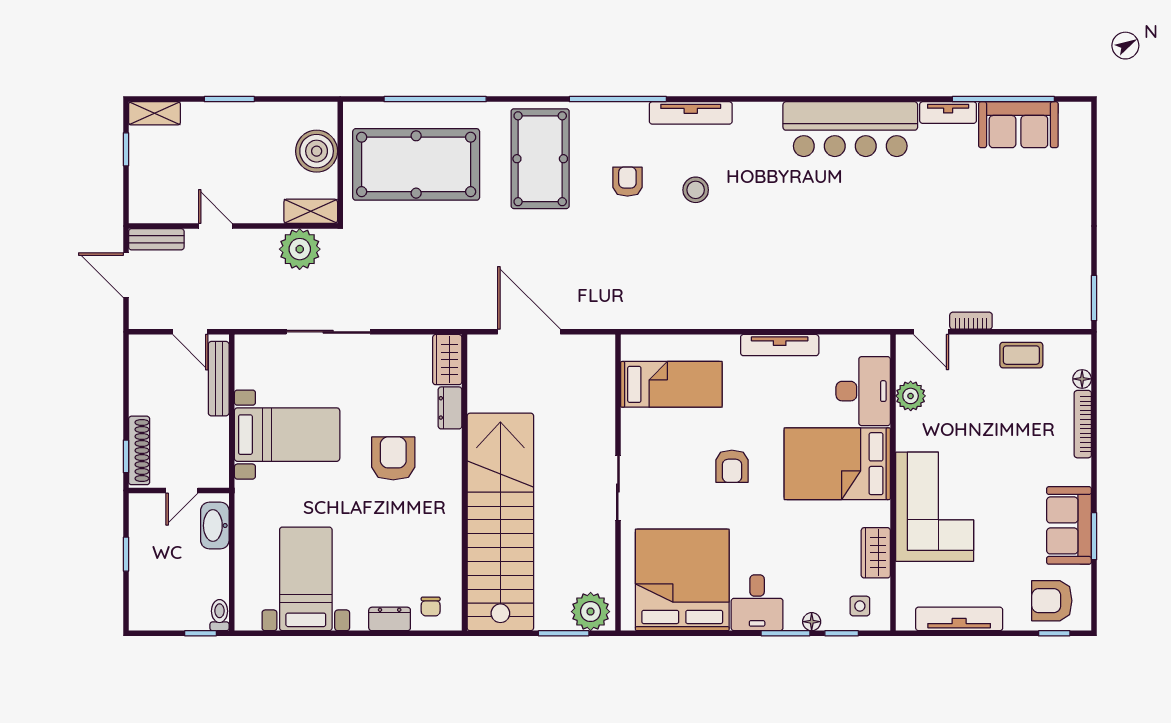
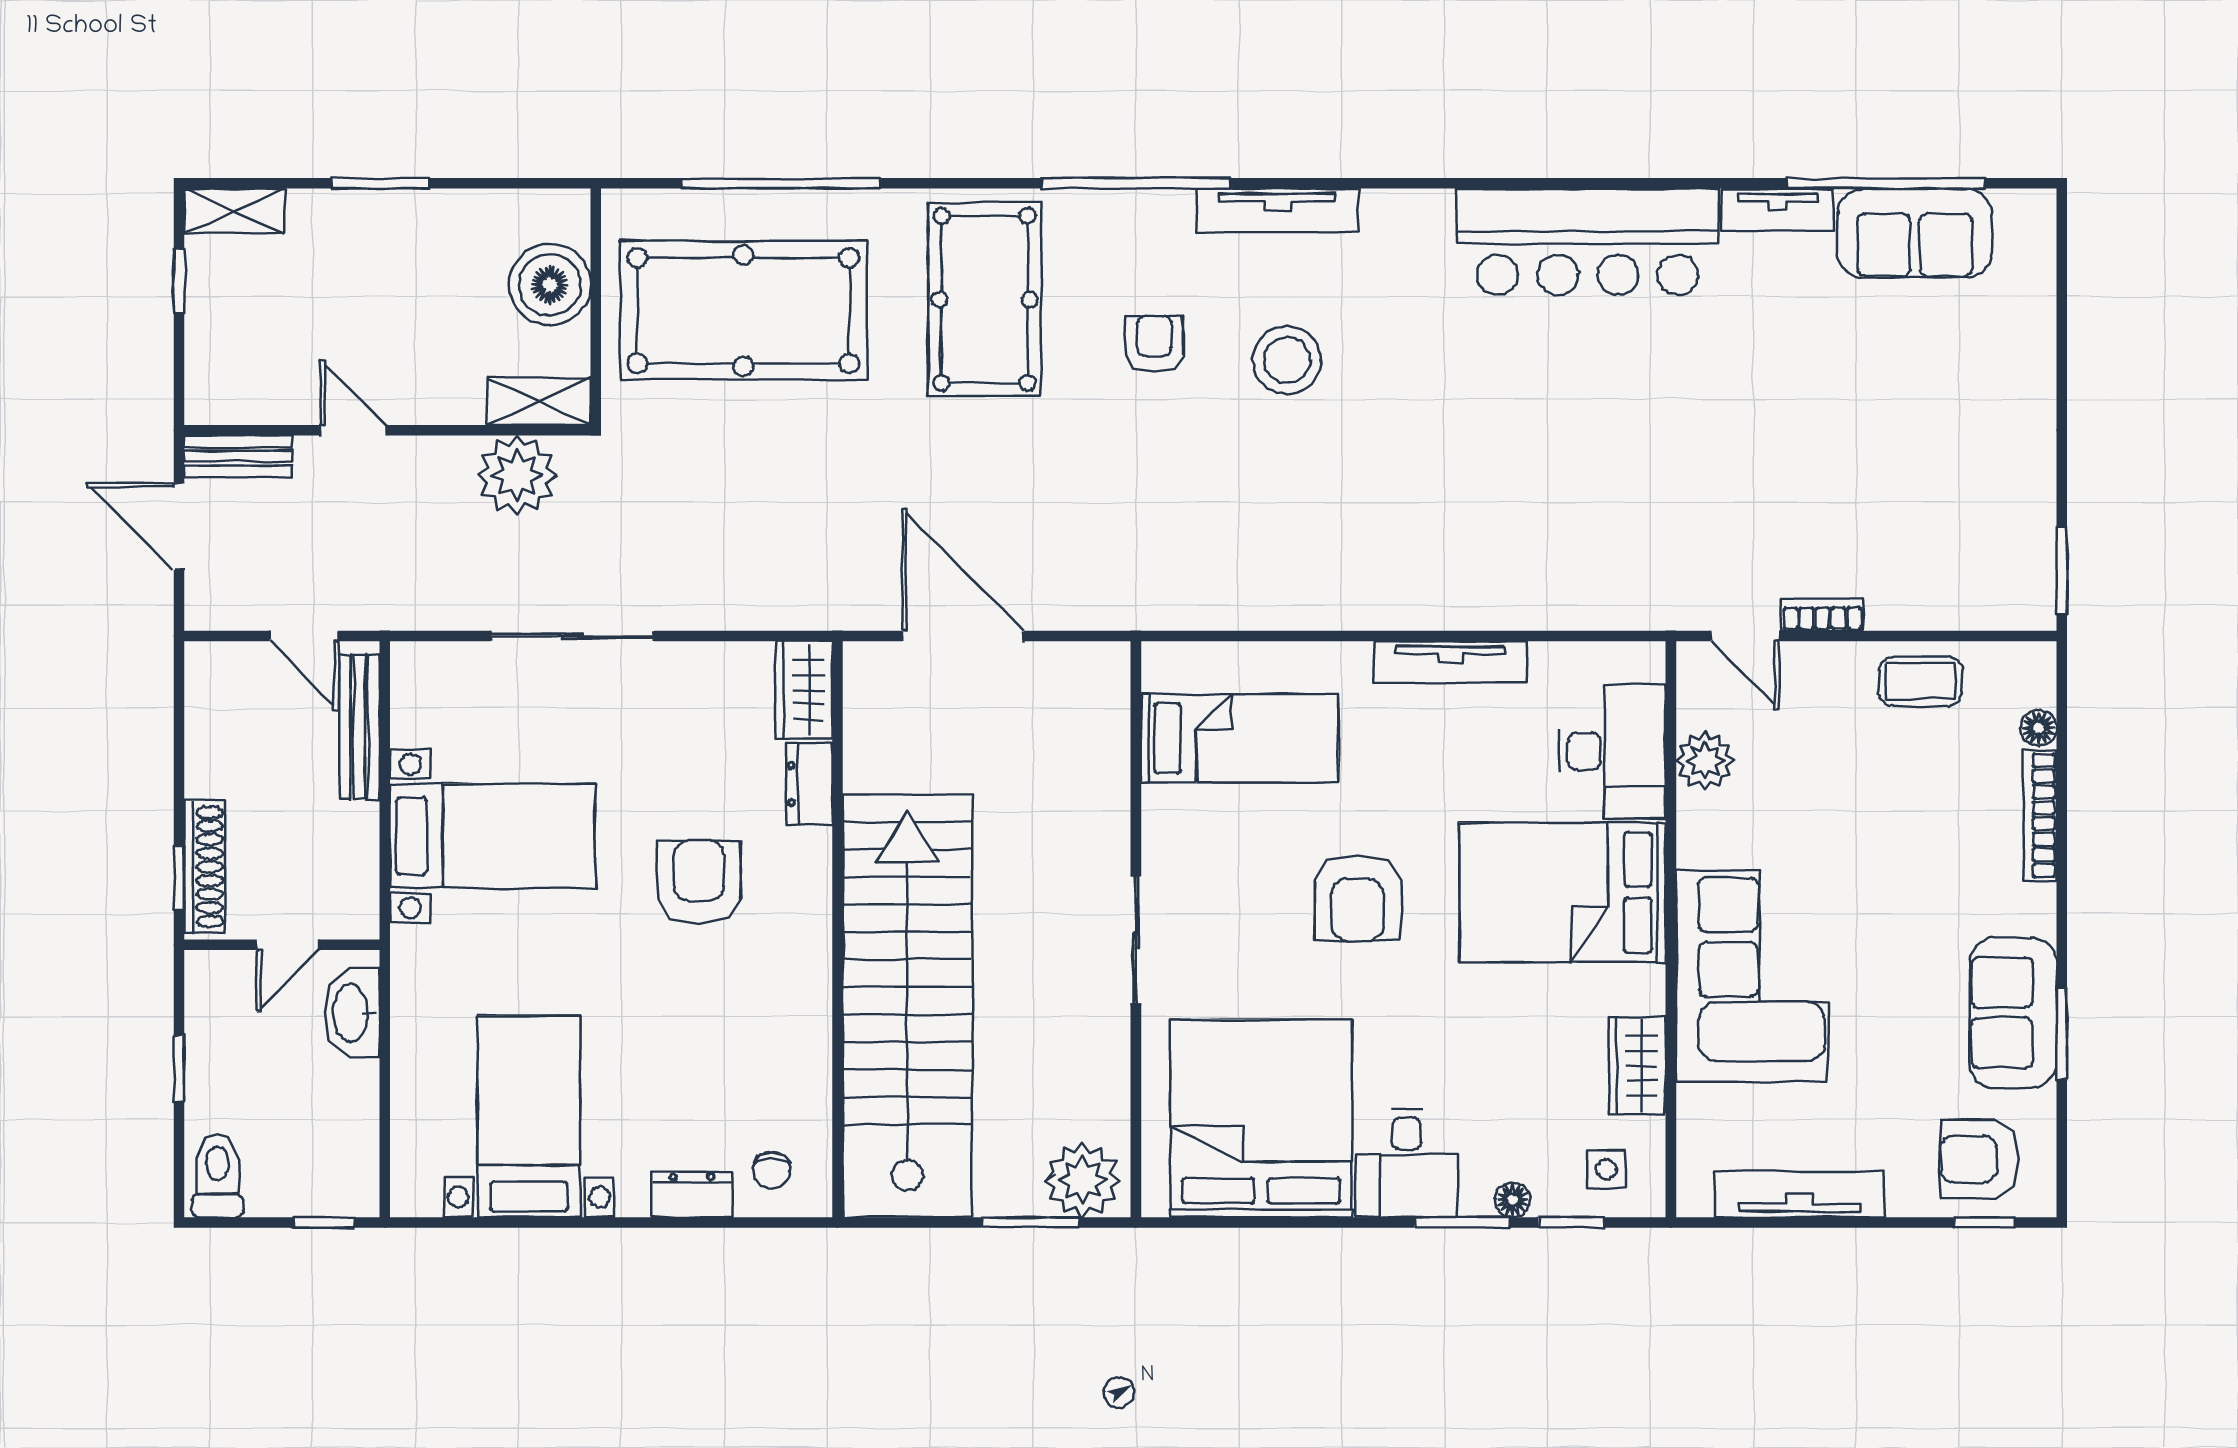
stool: (696, 190) -> (1287, 360), width x1.38, depth x1.38
armchair: (732, 466) -> (1358, 898), width x1.38, depth x1.38
toilet: (220, 615) -> (217, 1175), moved, width x1.37, depth x1.39

